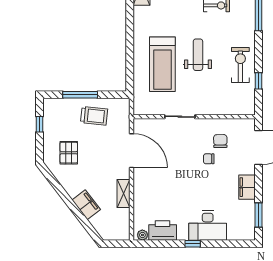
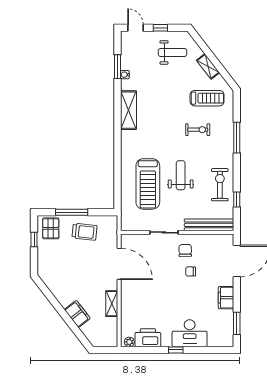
bench: (229, 108) -> (209, 225), added
chair: (220, 141) -> (185, 250), moved
pallet: (69, 153) -> (51, 228), moved

